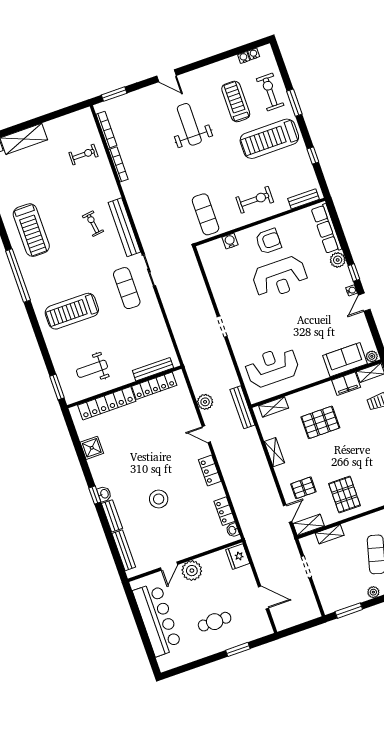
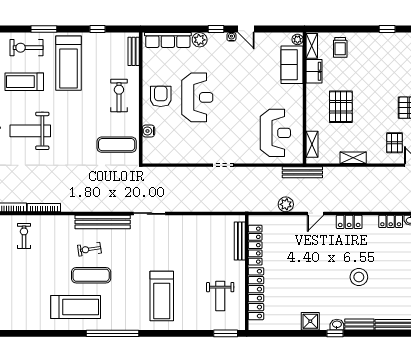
exercise mat: (127, 288) -> (91, 275), moved
reception desk: (272, 367) -> (275, 133), turned 180
shower: (92, 448) -> (310, 321), moved

